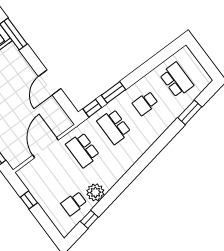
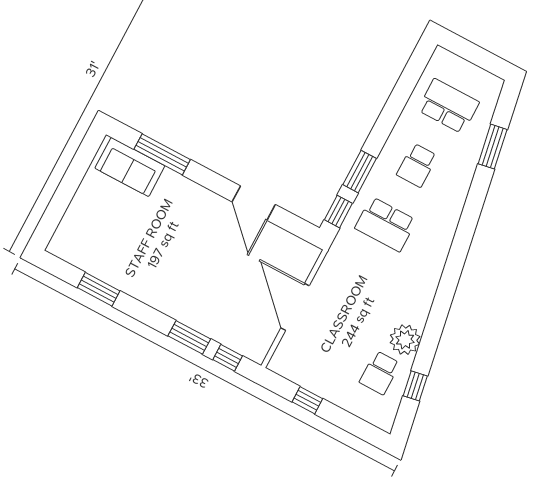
school desk: (83, 150) -> (354, 283), removed

